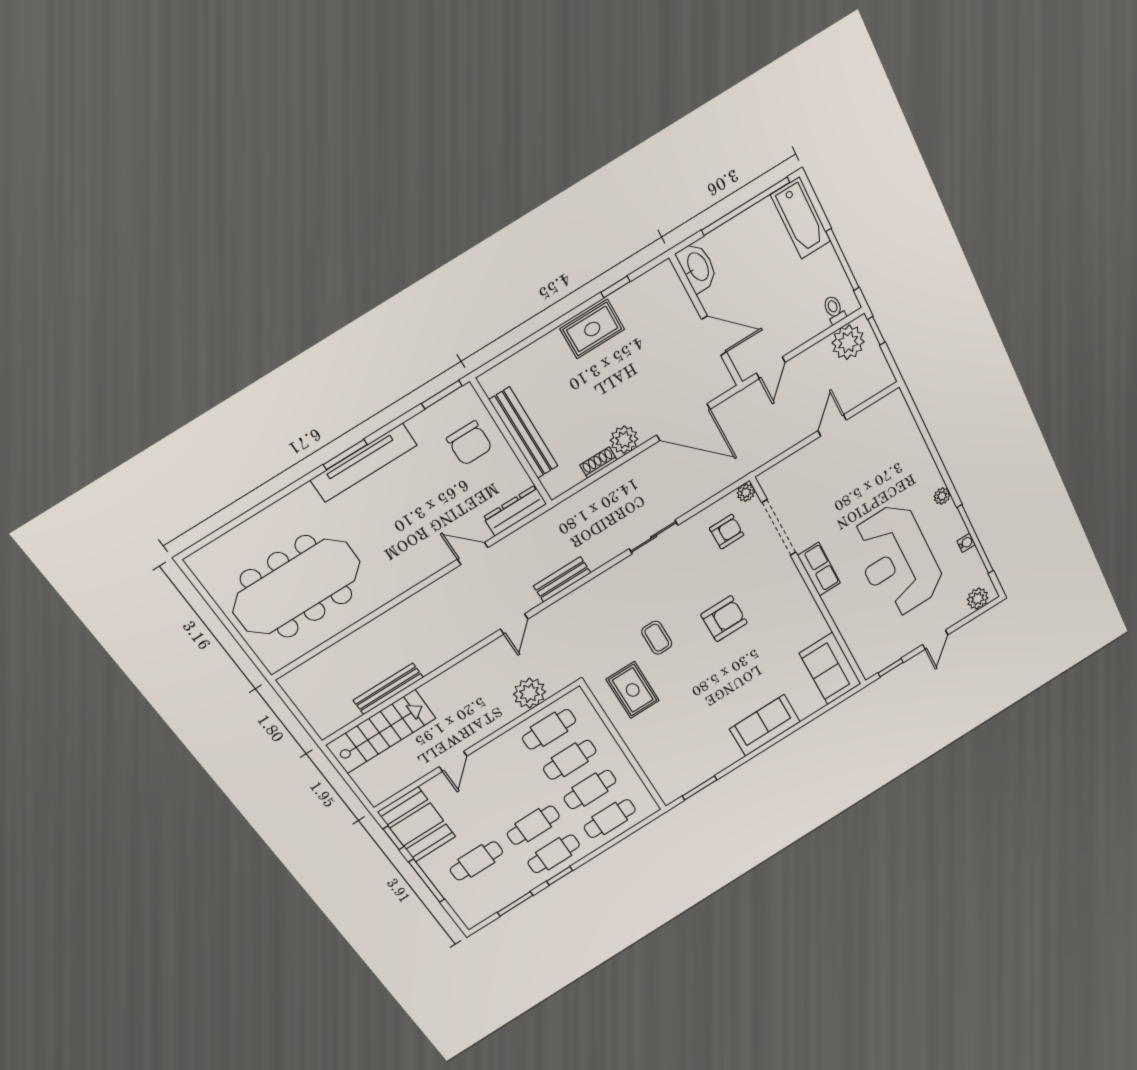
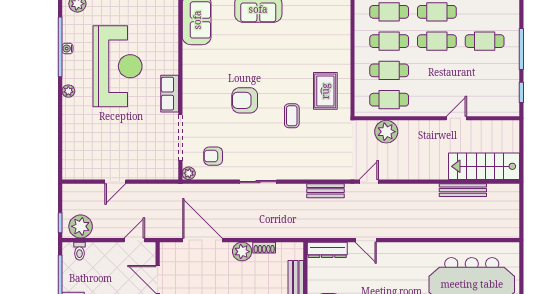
booth: (417, 824) -> (503, 92), removed

